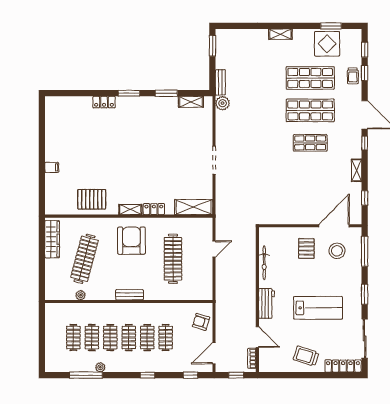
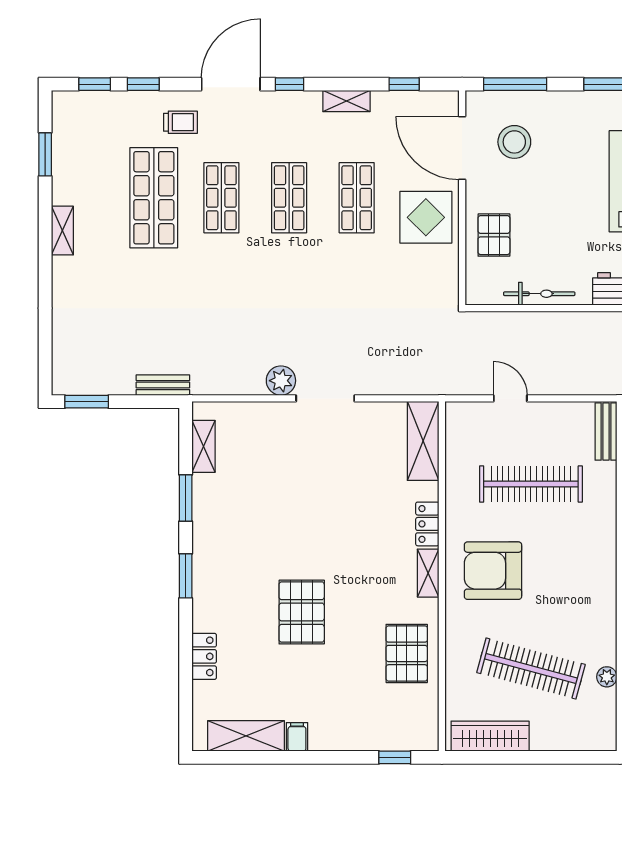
shelving: (280, 34) -> (62, 231), moved
display table: (327, 44) -> (426, 217), moved
trolley: (353, 76) -> (180, 122), moved
locker: (104, 102) -> (204, 656), moved
plant: (223, 103) -> (281, 381), moved
shop shelf: (310, 110) -> (221, 198), width x0.70, depth x0.74
shelving: (52, 122) -> (246, 736), added
pallet: (112, 149) -> (302, 612), added
filing cabinet: (52, 167) -> (297, 737), moved
shop shelf: (310, 175) -> (357, 198), added
window: (42, 194) -> (395, 757), added
pallet: (306, 248) -> (494, 235), moved, turned 90
bench: (130, 295) -> (606, 432), moved

